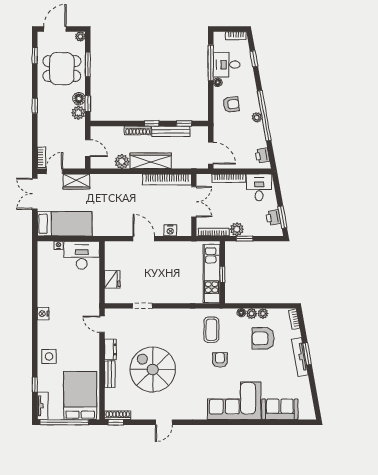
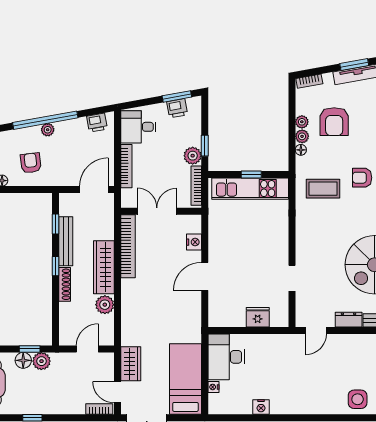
nightstand: (43, 314) -> (261, 407), moved

